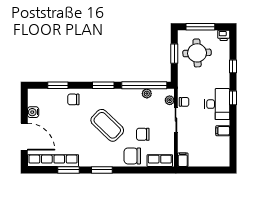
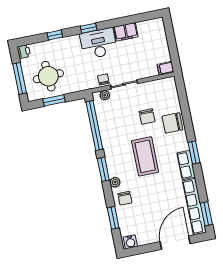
plant: (147, 94) -> (115, 182), moved
water cooler: (33, 112) -> (130, 242), moved
coffee table: (107, 125) -> (145, 156), turned -44
filing cabinet: (223, 131) -> (126, 32), width x2.00
chair: (132, 156) -> (172, 123), turned 90
row of seats: (160, 161) -> (186, 165), moved
window: (68, 170) -> (206, 214), moved

